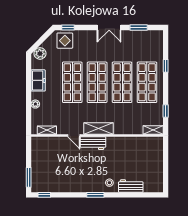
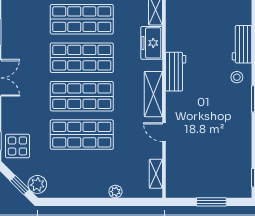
window: (39, 42) -> (20, 185), added
freezer: (38, 80) -> (152, 43), moved, turned -90
door: (74, 136) -> (164, 132), swing flipped
workbench: (93, 143) -> (176, 72), moved
window: (29, 177) -> (211, 202), moved

